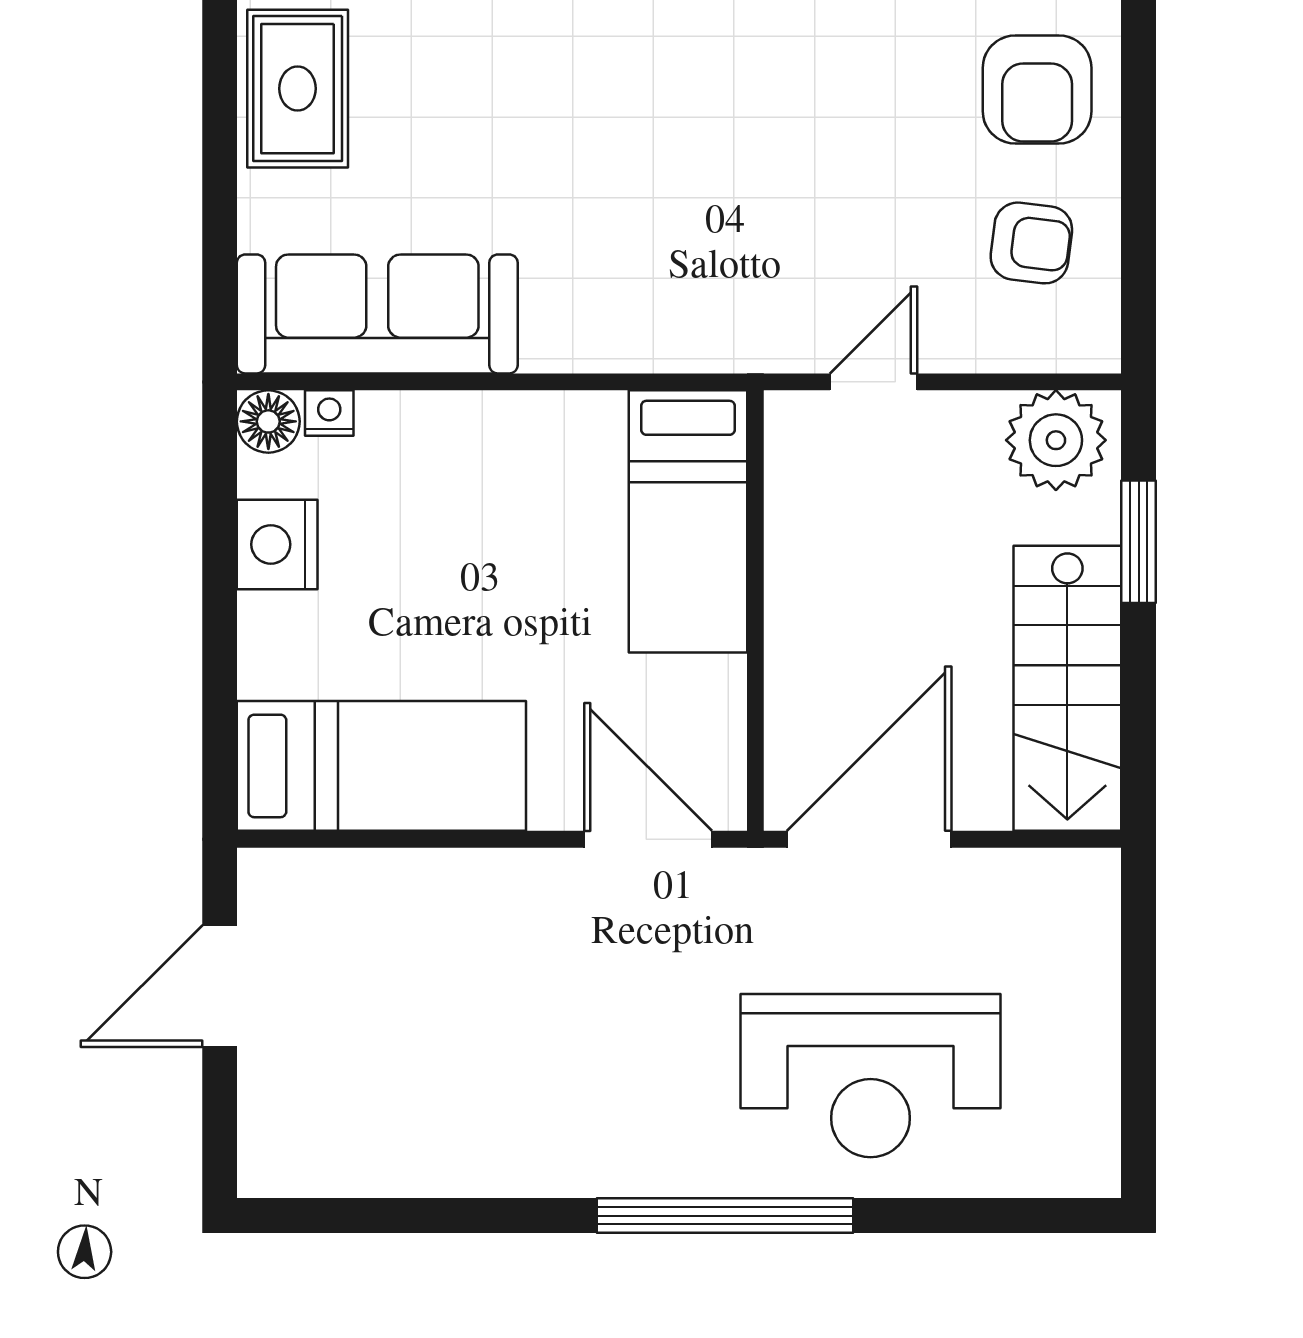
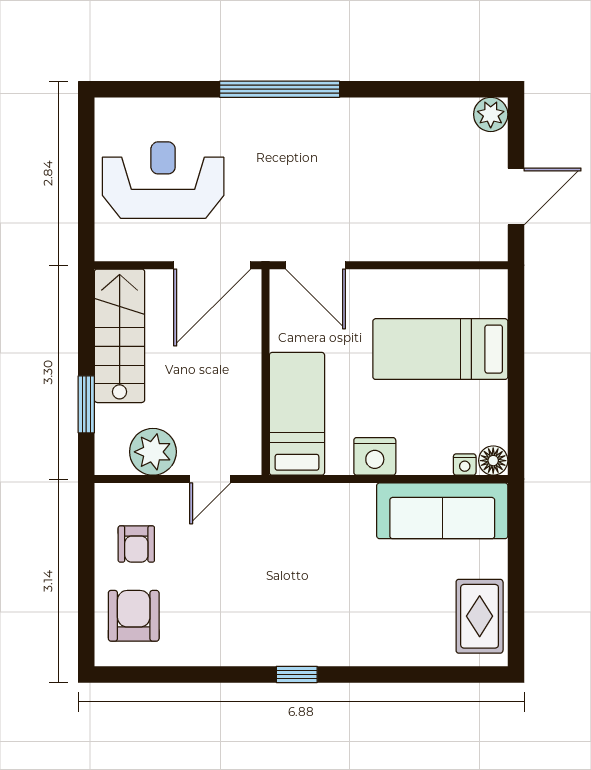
armchair: (1031, 243) -> (136, 544), turned -97
plant: (1056, 440) -> (153, 452), moved
nightstand: (277, 544) -> (375, 456), moved, turned 90
bed: (381, 766) -> (440, 349), moved
reception desk: (870, 1076) -> (163, 180), moved
plant: (274, 1162) -> (491, 114), added

